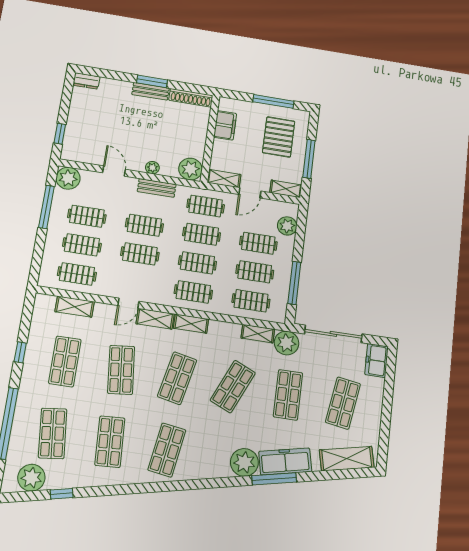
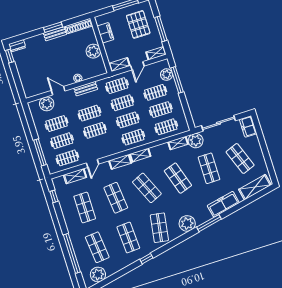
window: (60, 134) -> (10, 56), moved
plant: (190, 169) -> (93, 51), moved
plant: (68, 178) -> (47, 104), moved
window: (47, 207) -> (40, 152), moved
window: (294, 283) -> (177, 80), moved
door: (128, 303) -> (93, 163), moved
window: (20, 352) -> (54, 196), moved
shop shelf: (177, 378) -> (147, 188), turned -36
shop shelf: (233, 387) -> (178, 178), turned -42
shop shelf: (343, 403) -> (240, 158), turned -30
plant: (244, 462) -> (187, 223), moved
window: (274, 479) -> (209, 223), moved
window: (62, 494) -> (146, 259), moved

